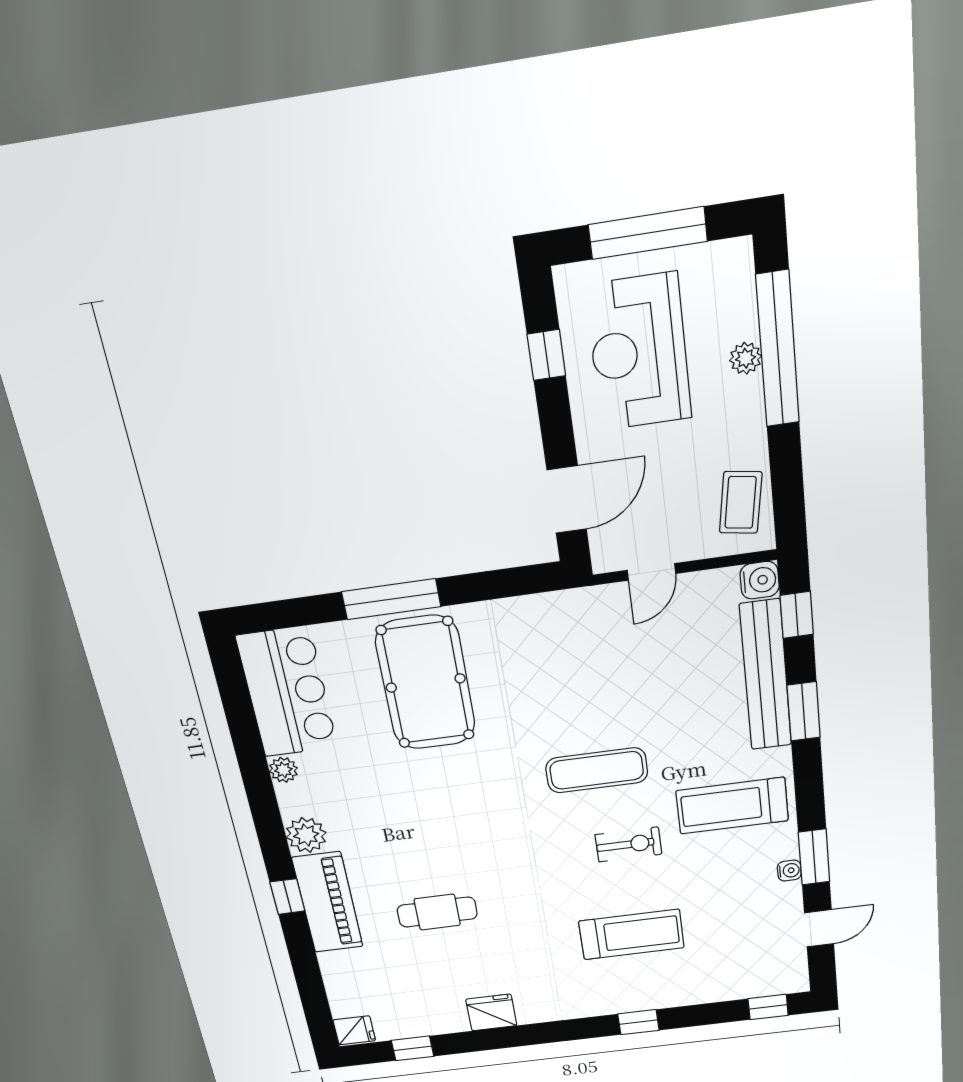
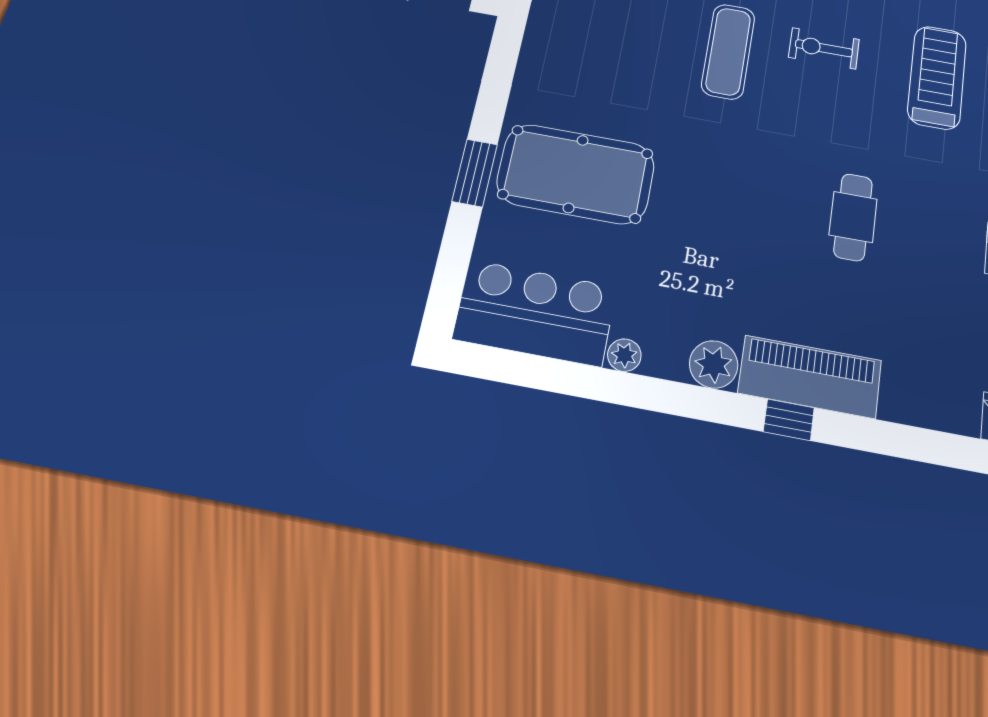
window: (391, 599) -> (475, 173), width x0.69
exercise bike: (628, 844) -> (824, 48), turned -90
cafe table: (437, 912) -> (853, 217), moved

